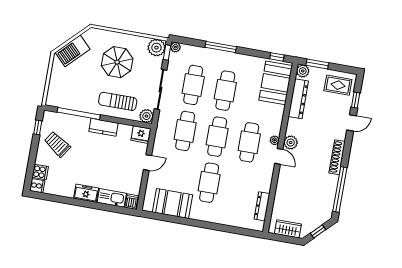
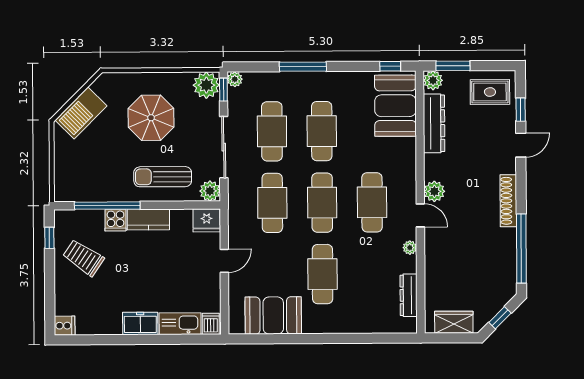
plant: (275, 140) -> (410, 248), moved
cooker: (40, 172) -> (116, 220), moved, turned 90

